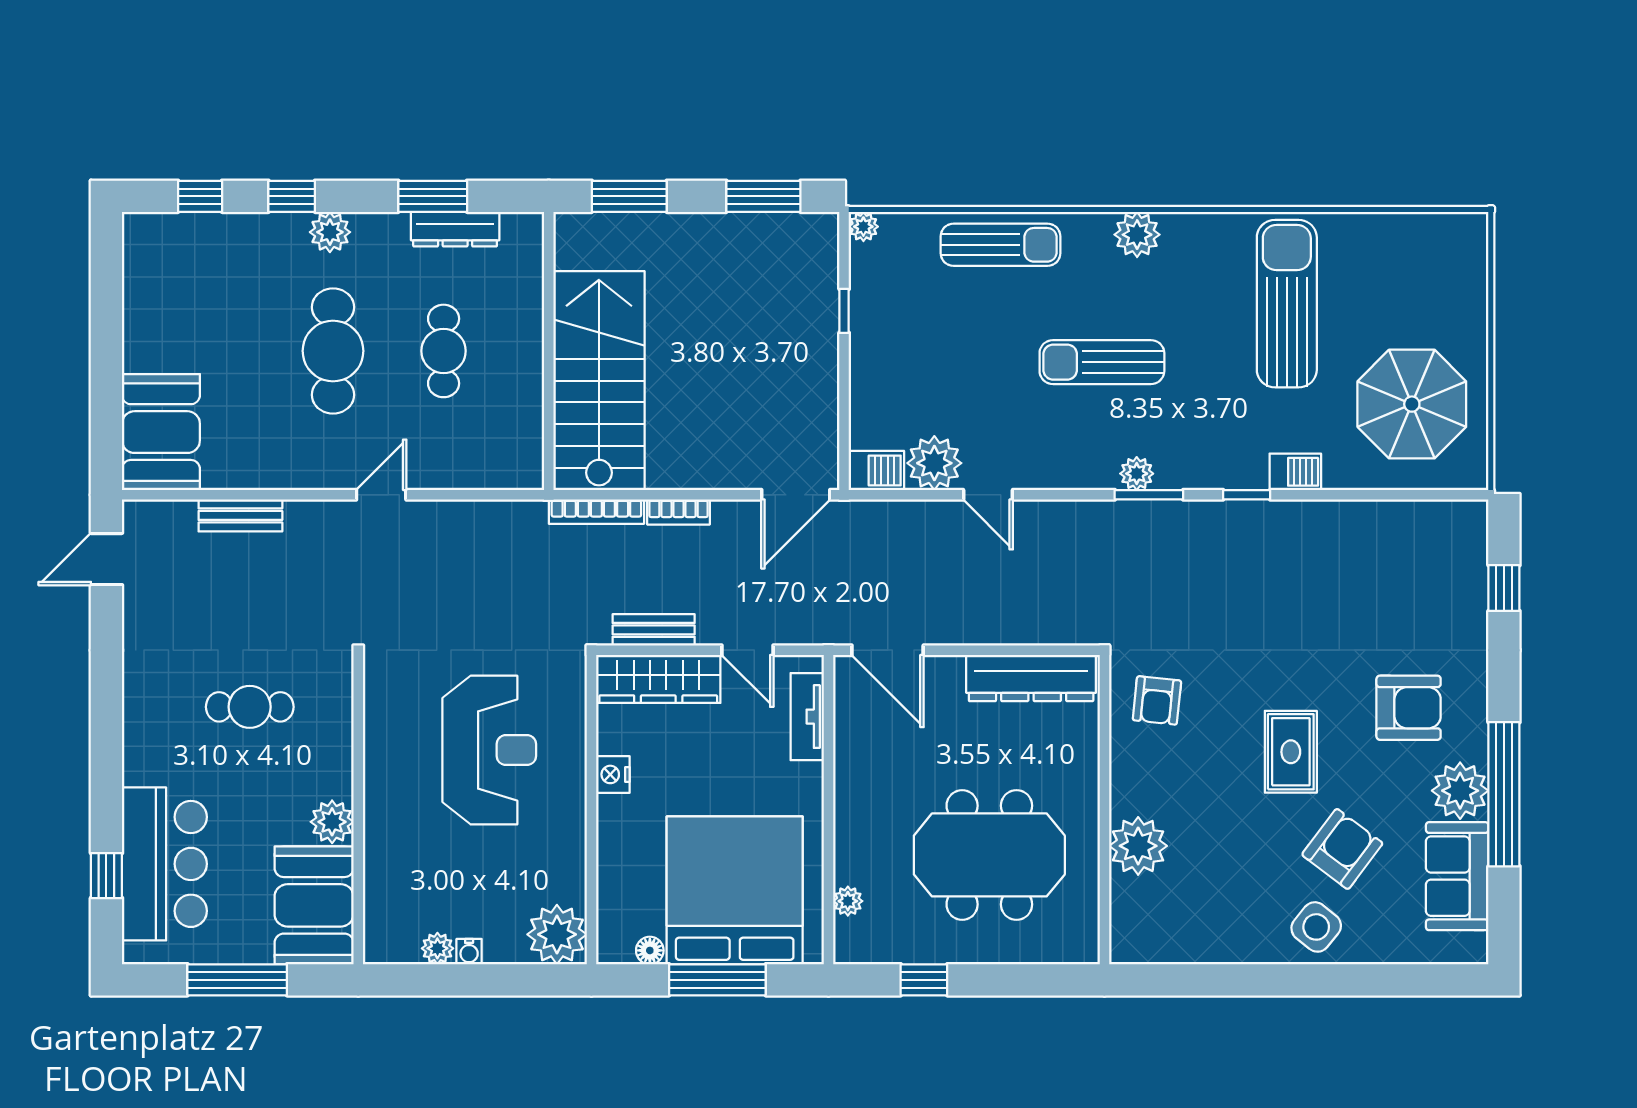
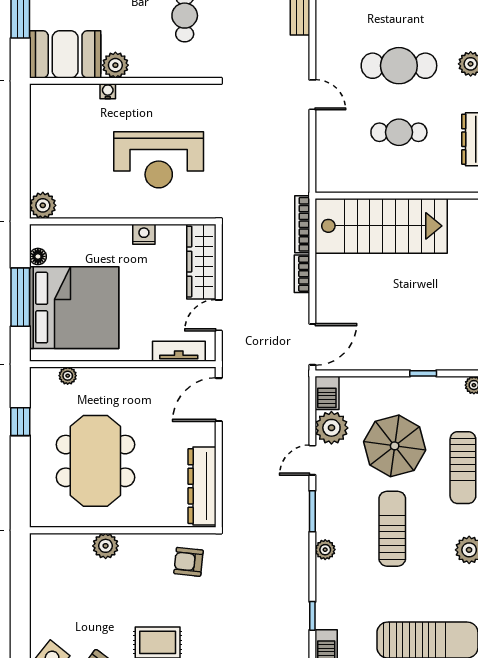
parasol: (964, 358) -> (395, 446), added
door: (796, 495) -> (312, 344), swing flipped
window: (1149, 495) -> (312, 511), moved
bench: (654, 630) -> (231, 259), removed
plant: (1138, 846) -> (106, 546), width x0.73, depth x0.73
plant: (557, 934) -> (43, 205), width x0.73, depth x0.73
plant: (437, 948) -> (39, 129), removed
water cooler: (469, 952) -> (108, 91), moved, turned 90

